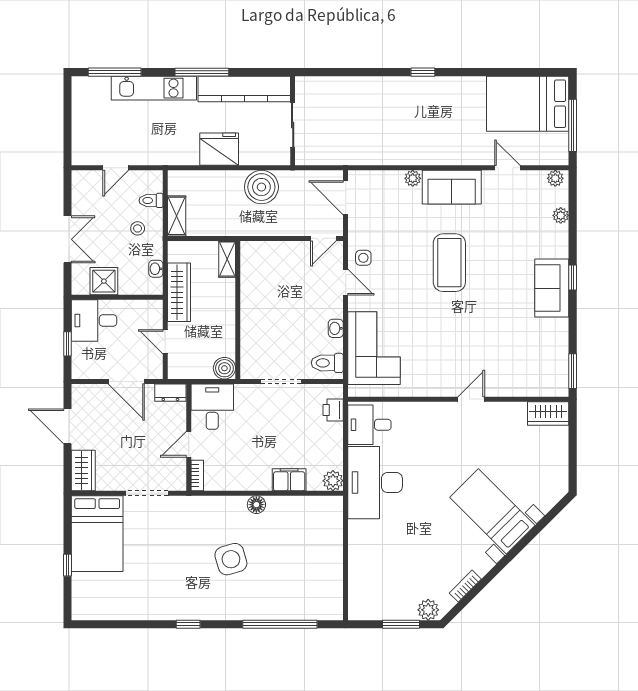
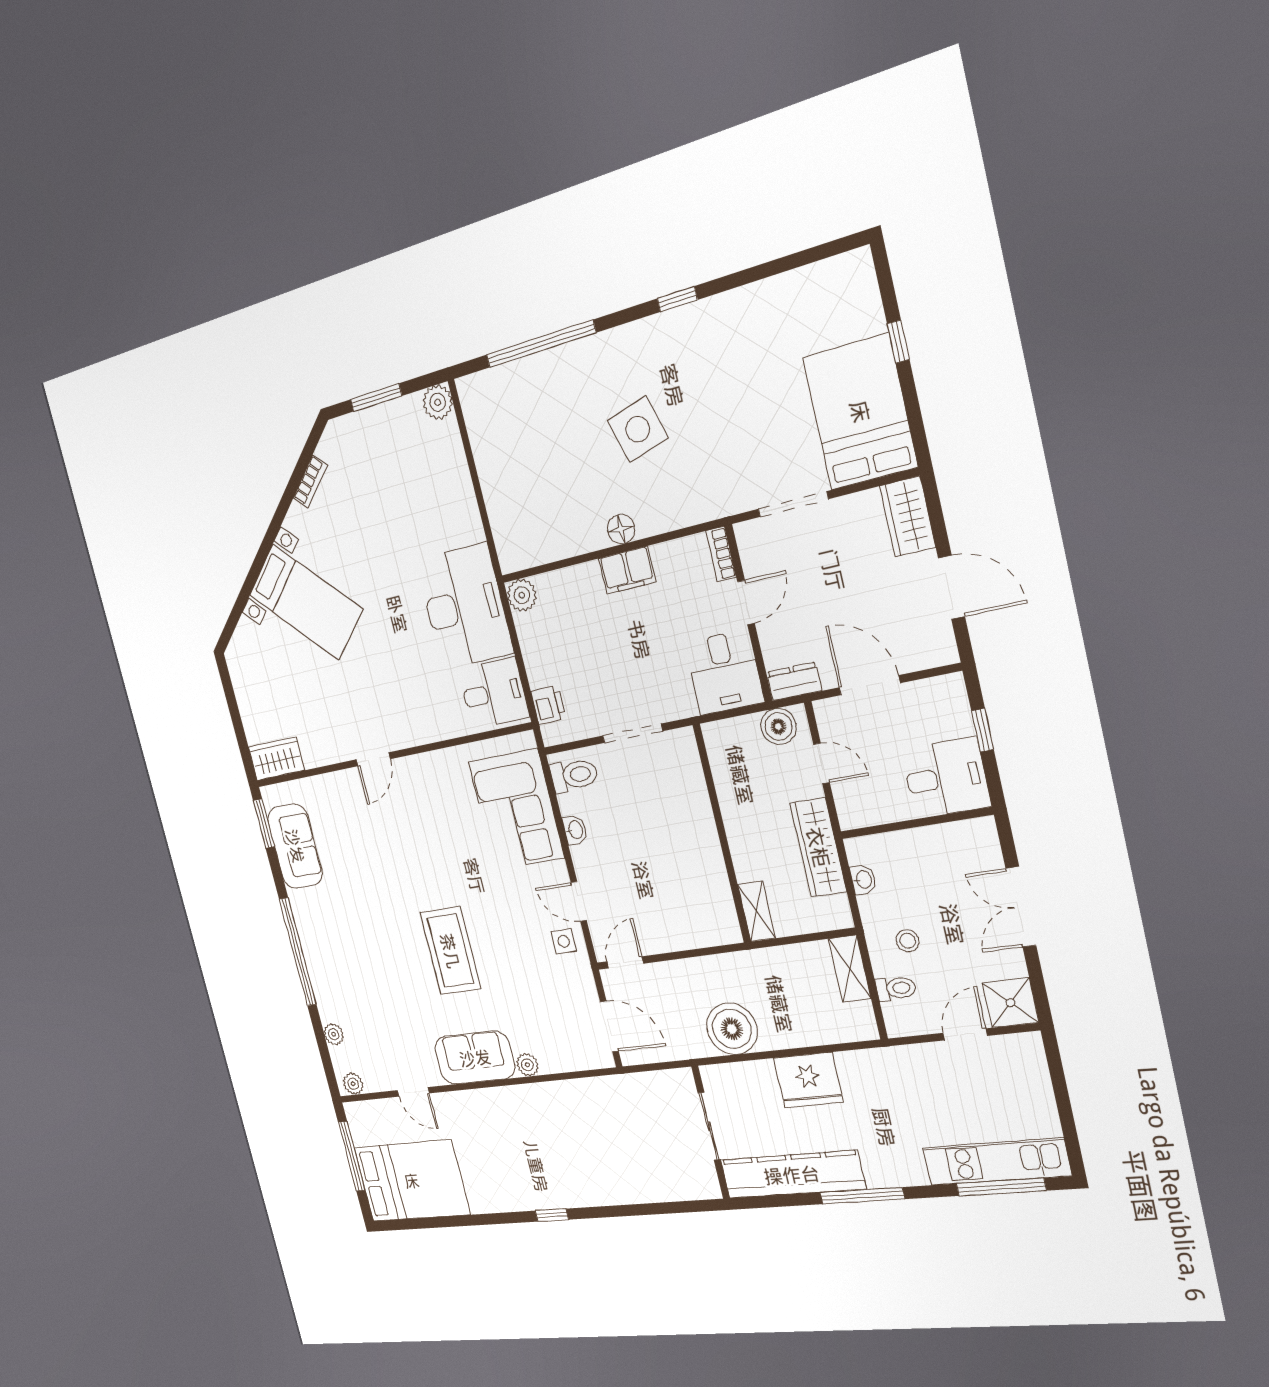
kitchen unit: (154, 88) -> (996, 1162), moved
window: (573, 278) -> (298, 952), width x3.17
shower: (104, 281) -> (1010, 1003), moved
sofa: (552, 288) -> (295, 846), moved
boiler: (224, 368) -> (778, 726), moved
filing cabinet: (289, 480) -> (627, 570), moved
plant: (428, 610) -> (438, 402), moved

